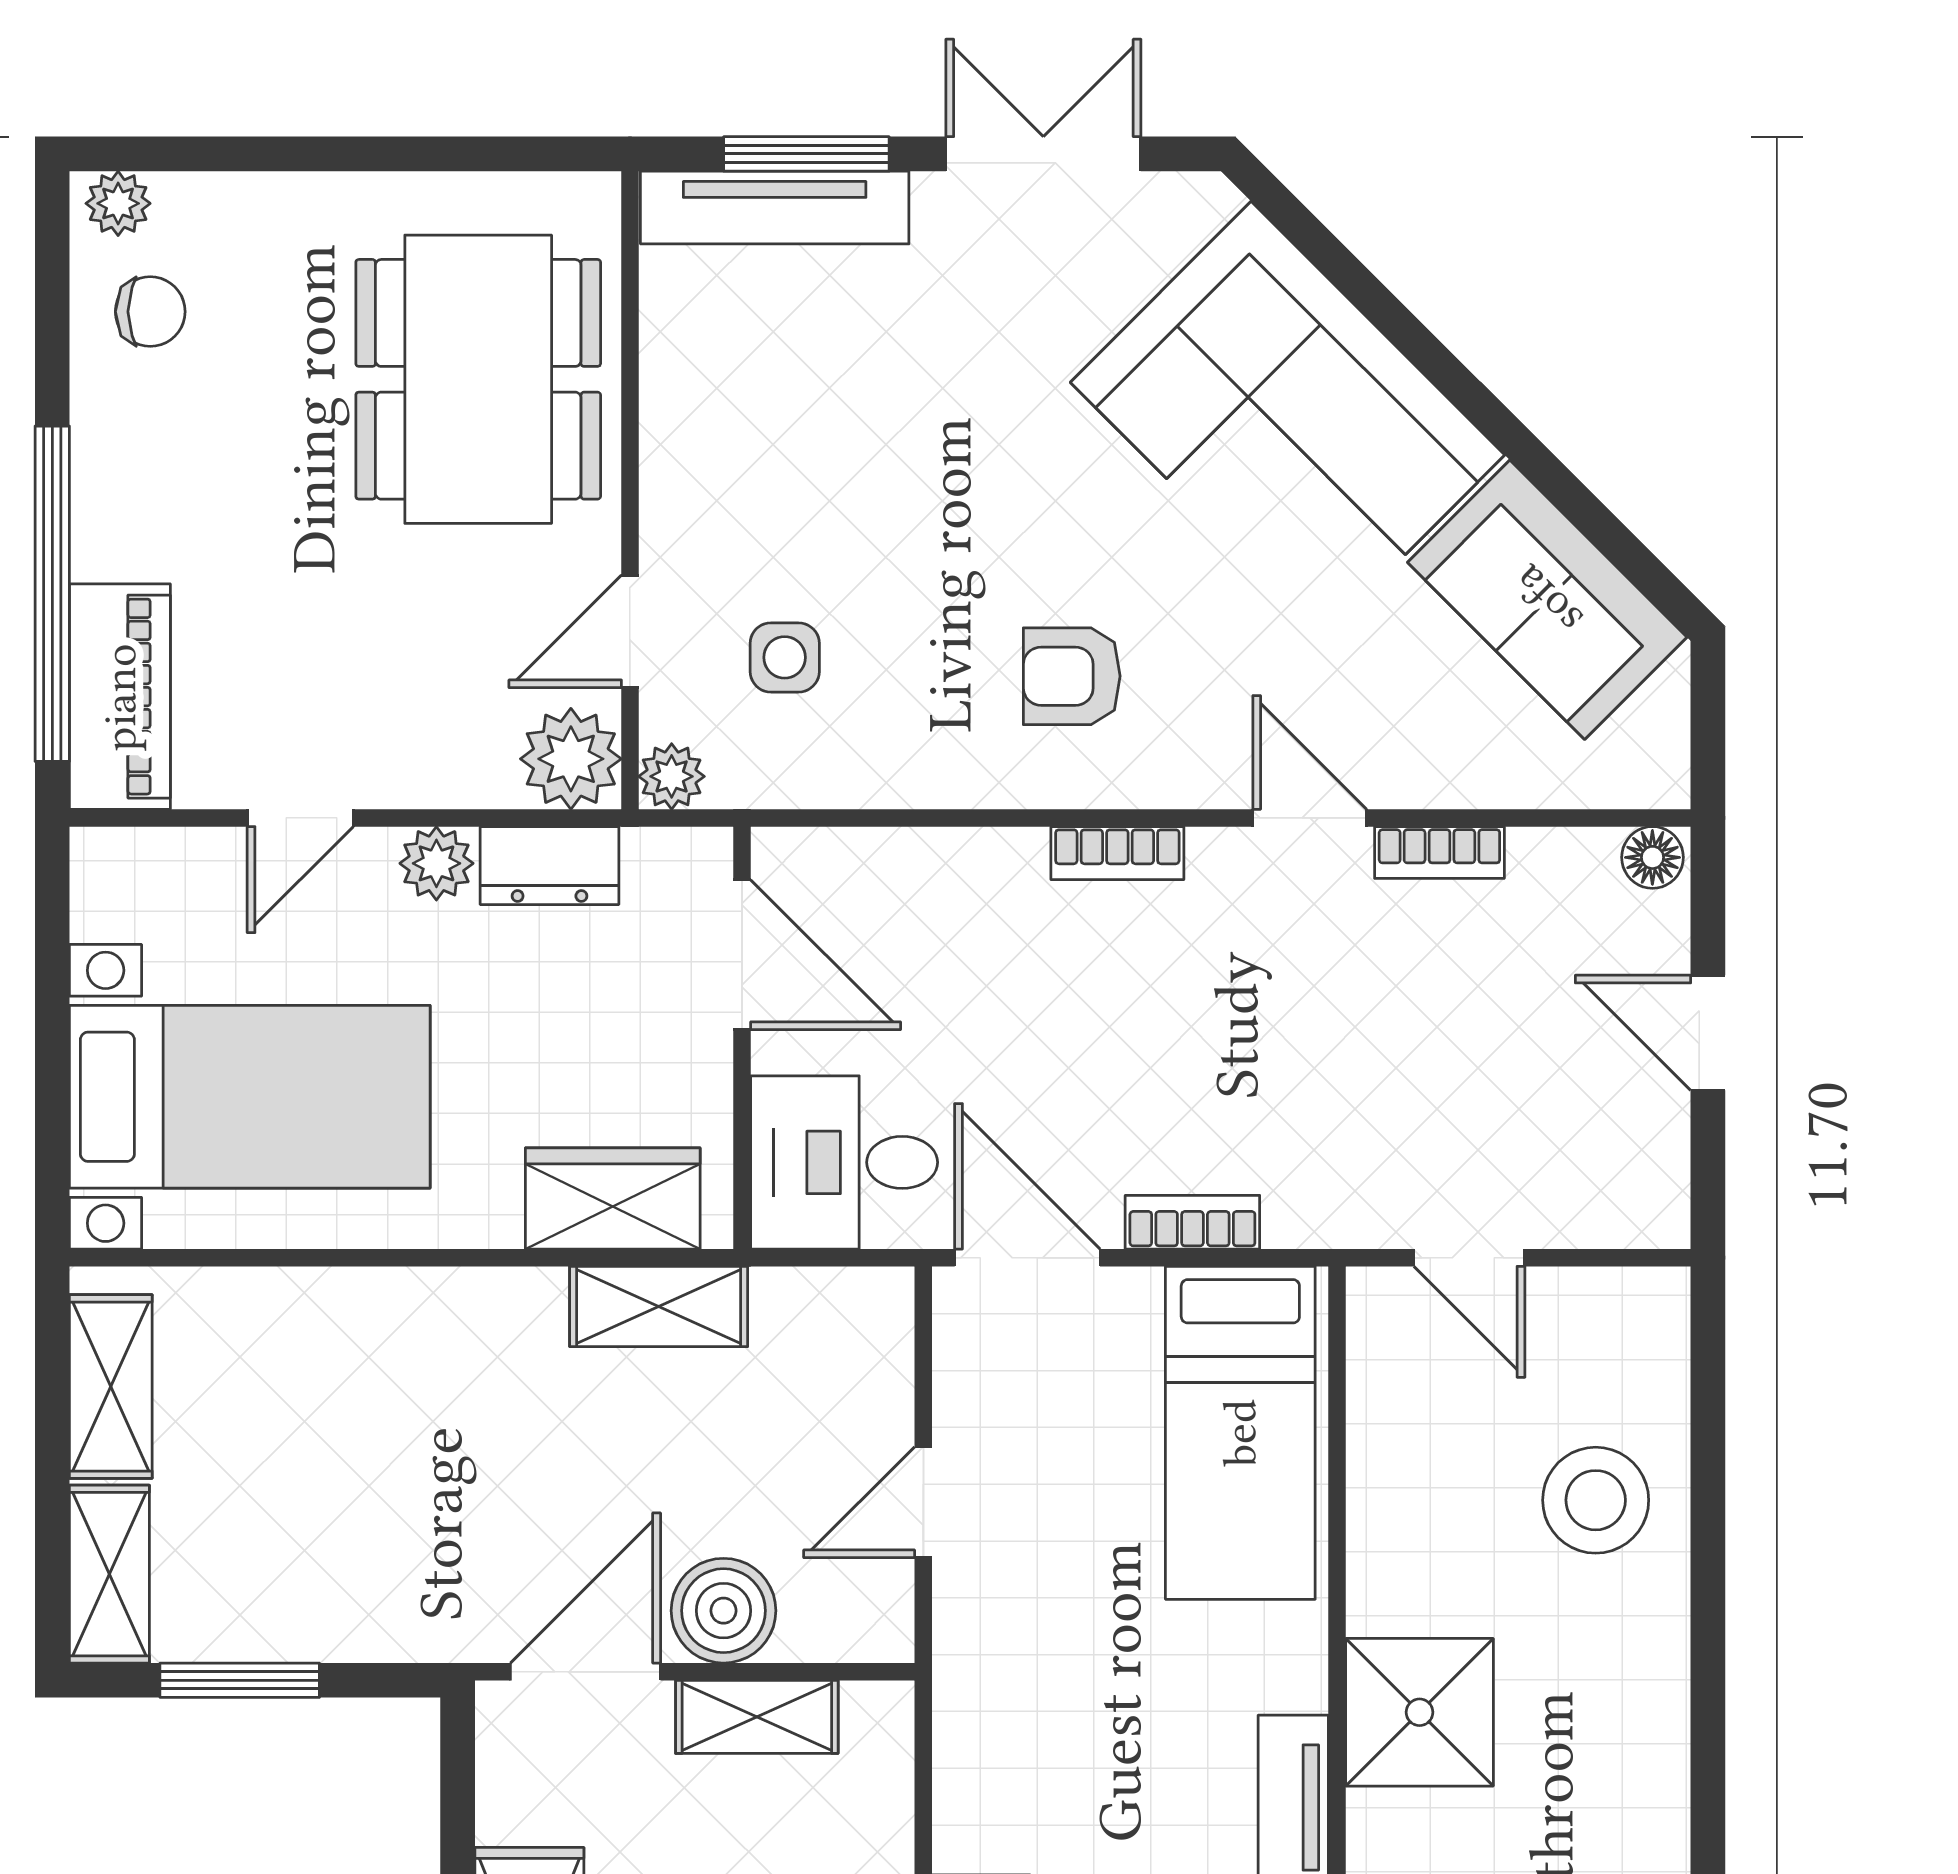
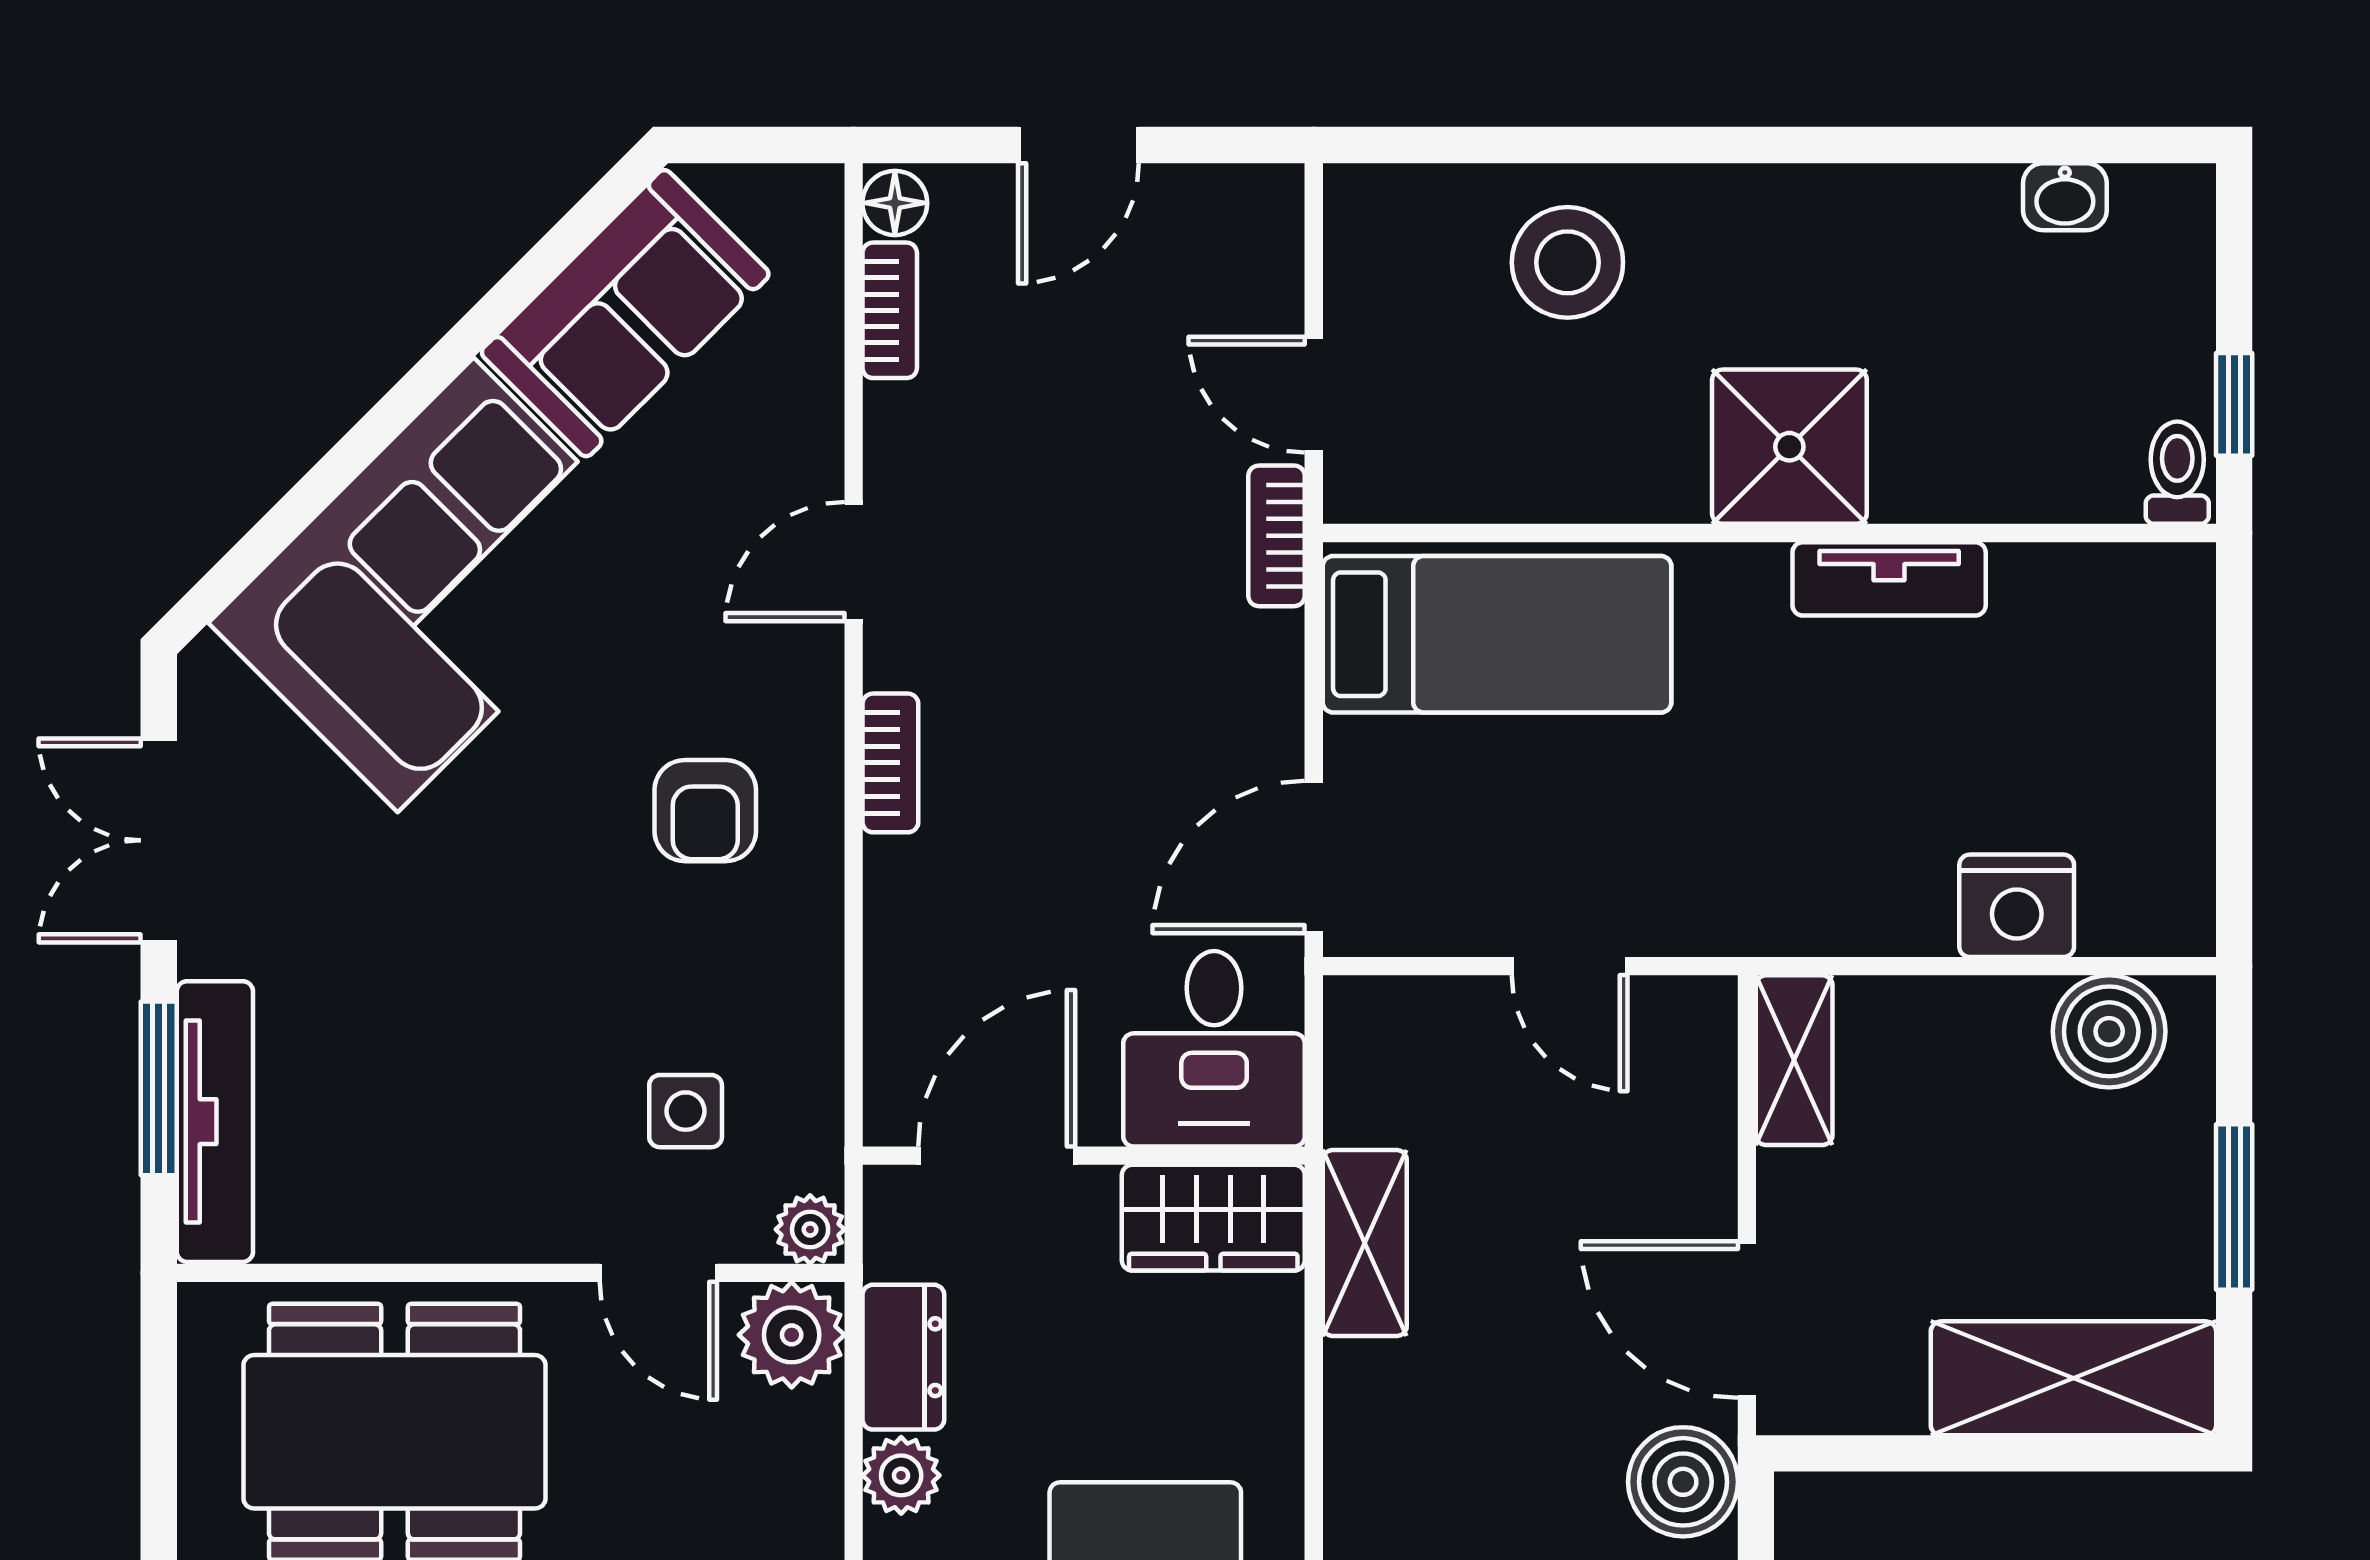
bookcase: (1439, 853) -> (890, 310), moved
wardrobe: (613, 1198) -> (1213, 1218), moved, turned -90
bookcase: (1192, 1222) -> (1277, 536), moved
door: (1469, 1258) -> (1314, 395), swing flipped
boiler: (723, 1611) -> (1683, 1482), moved
shelving: (757, 1717) -> (1794, 1060), moved

